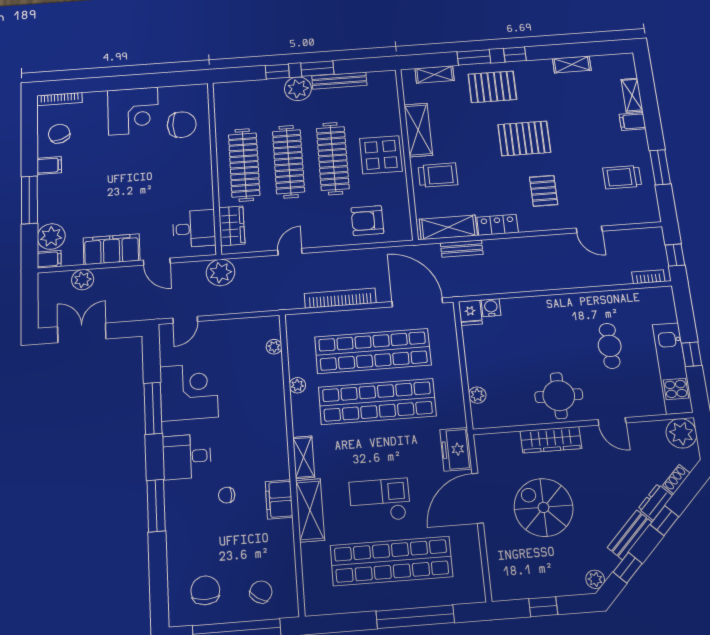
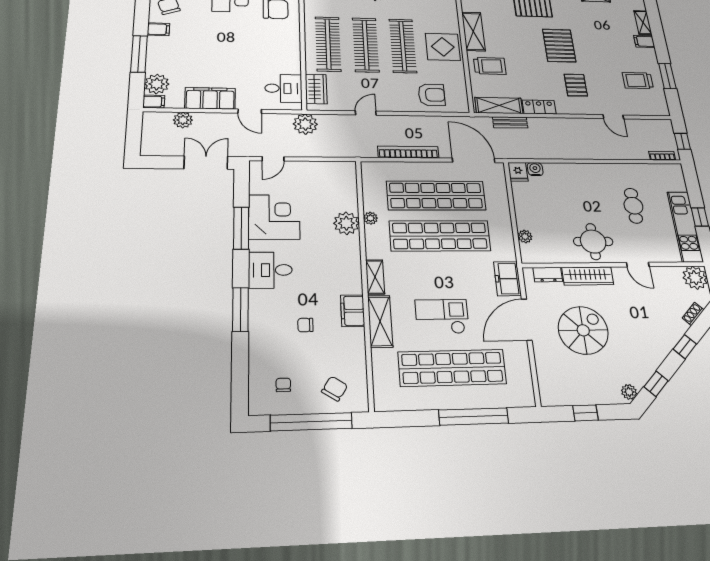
pallet: (524, 138) -> (559, 46), turned 90
armchair: (367, 221) -> (432, 95), turned 180
double door: (82, 333) -> (206, 163), moved
plant: (274, 347) -> (346, 223), moved, width x1.88, depth x1.88
chair: (227, 495) -> (305, 325), moved
dresser: (655, 502) -> (548, 275), moved, turned -135
spiral stairs: (544, 507) -> (583, 330), turned 90
bench: (630, 535) -> (657, 357), removed
chair: (205, 590) -> (283, 385), width x0.54, depth x0.54

